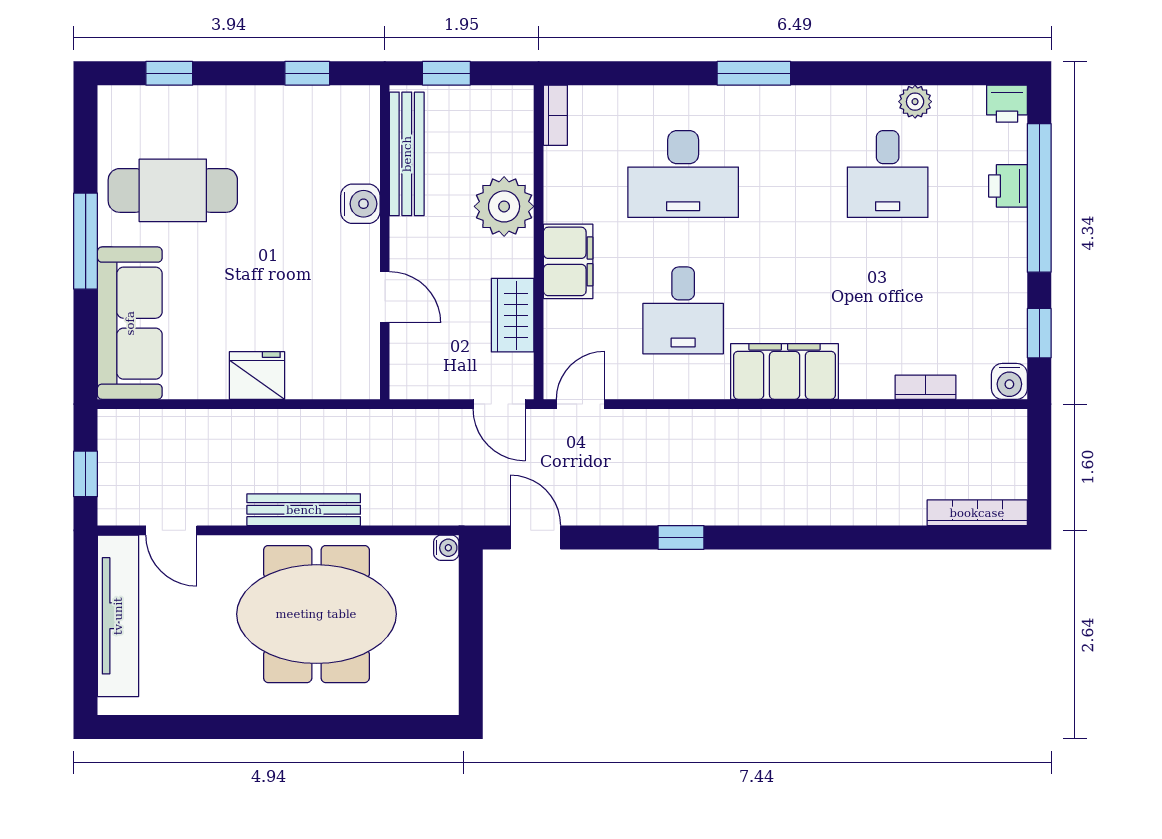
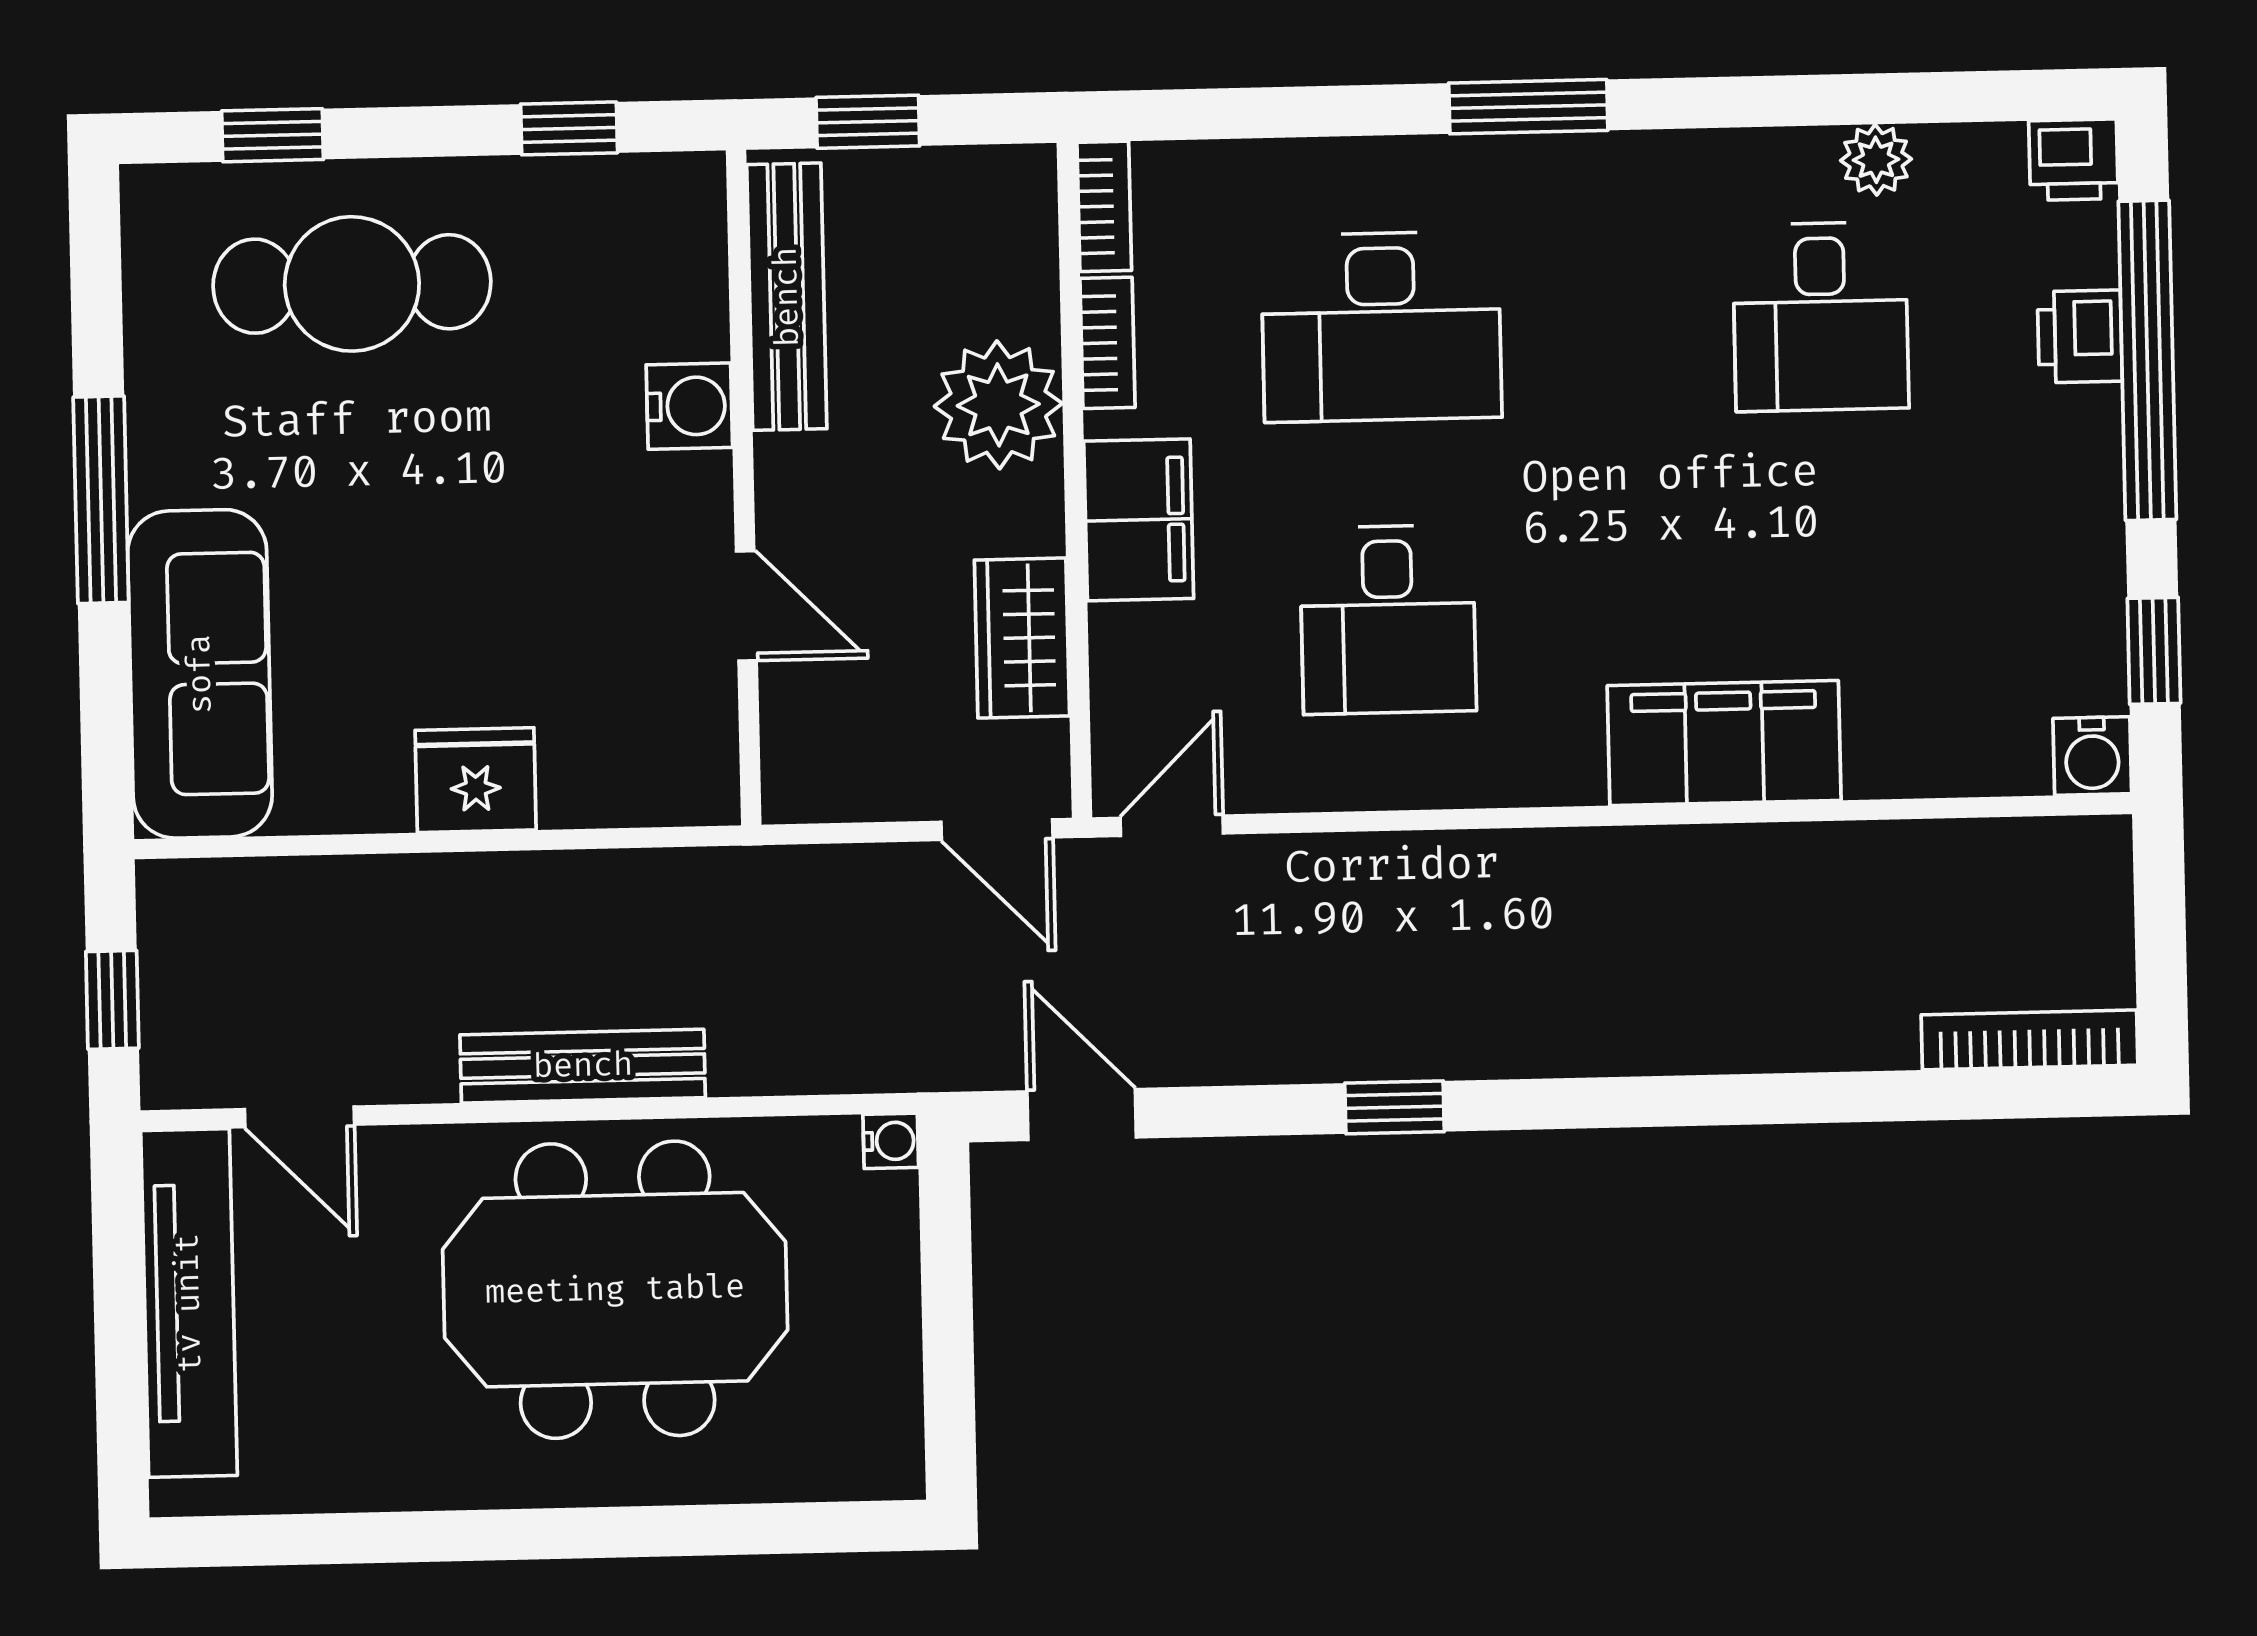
cafe table: (173, 190) -> (352, 284), moved
filing cabinet: (785, 371) -> (1724, 743), moved
bookcase: (926, 387) -> (1107, 343), moved, turned 90

